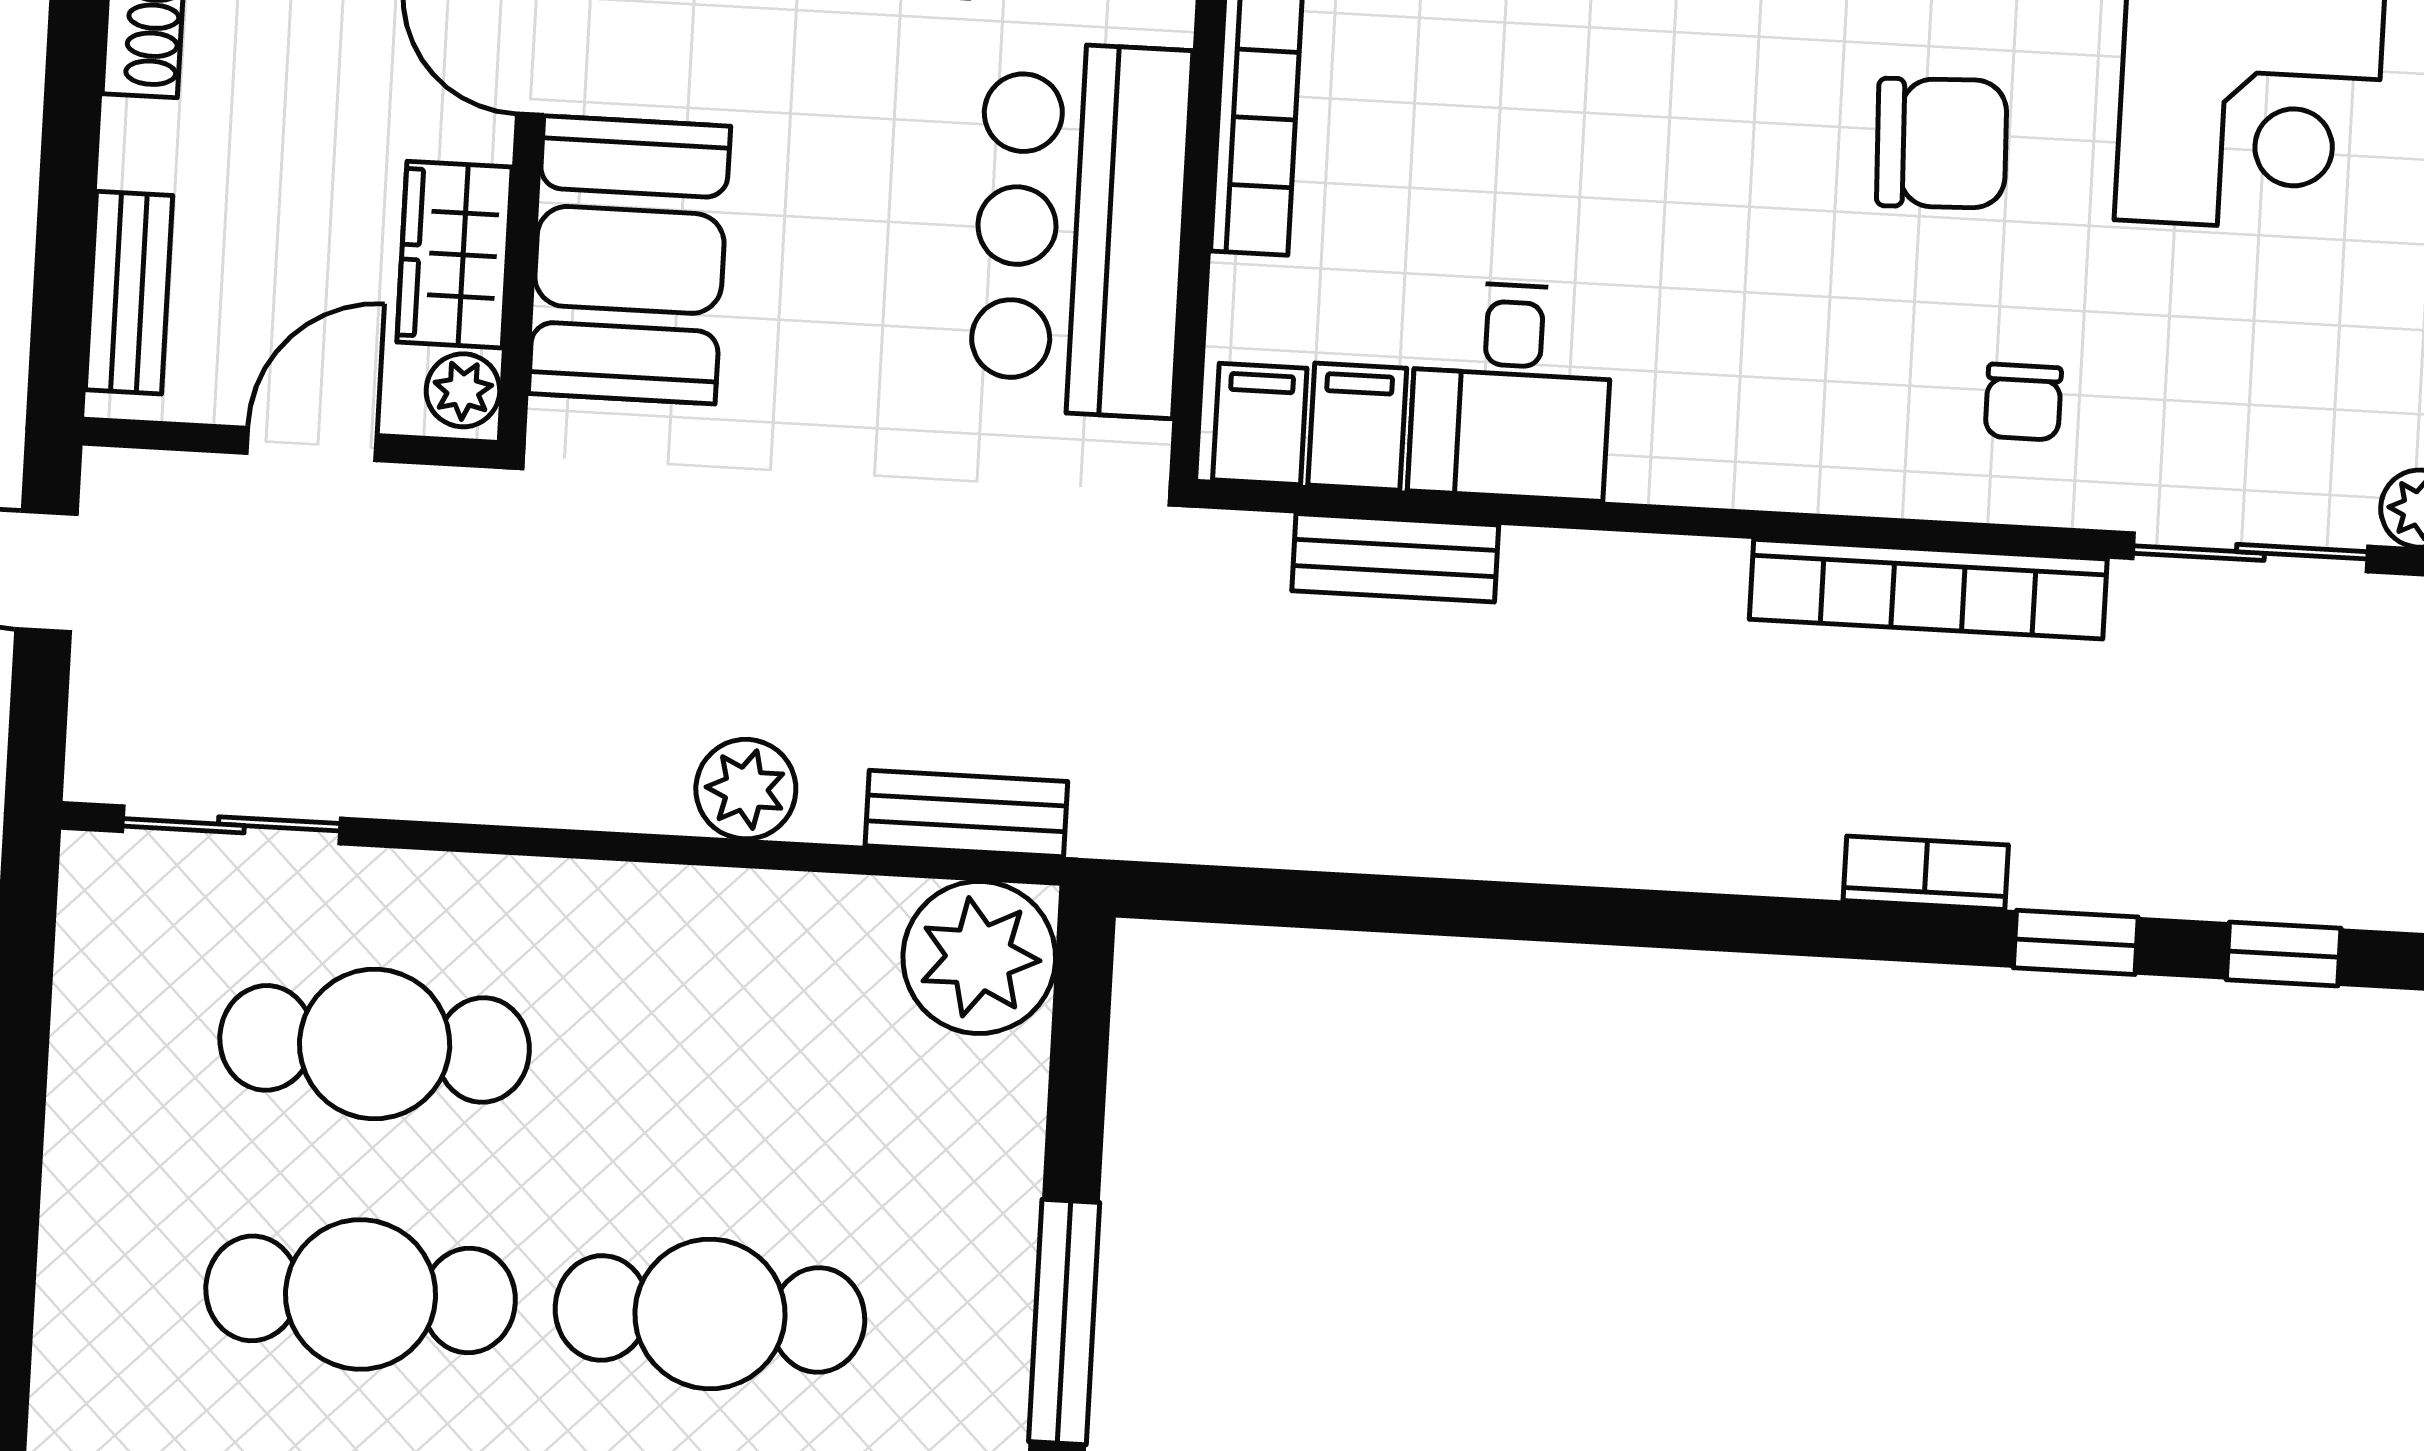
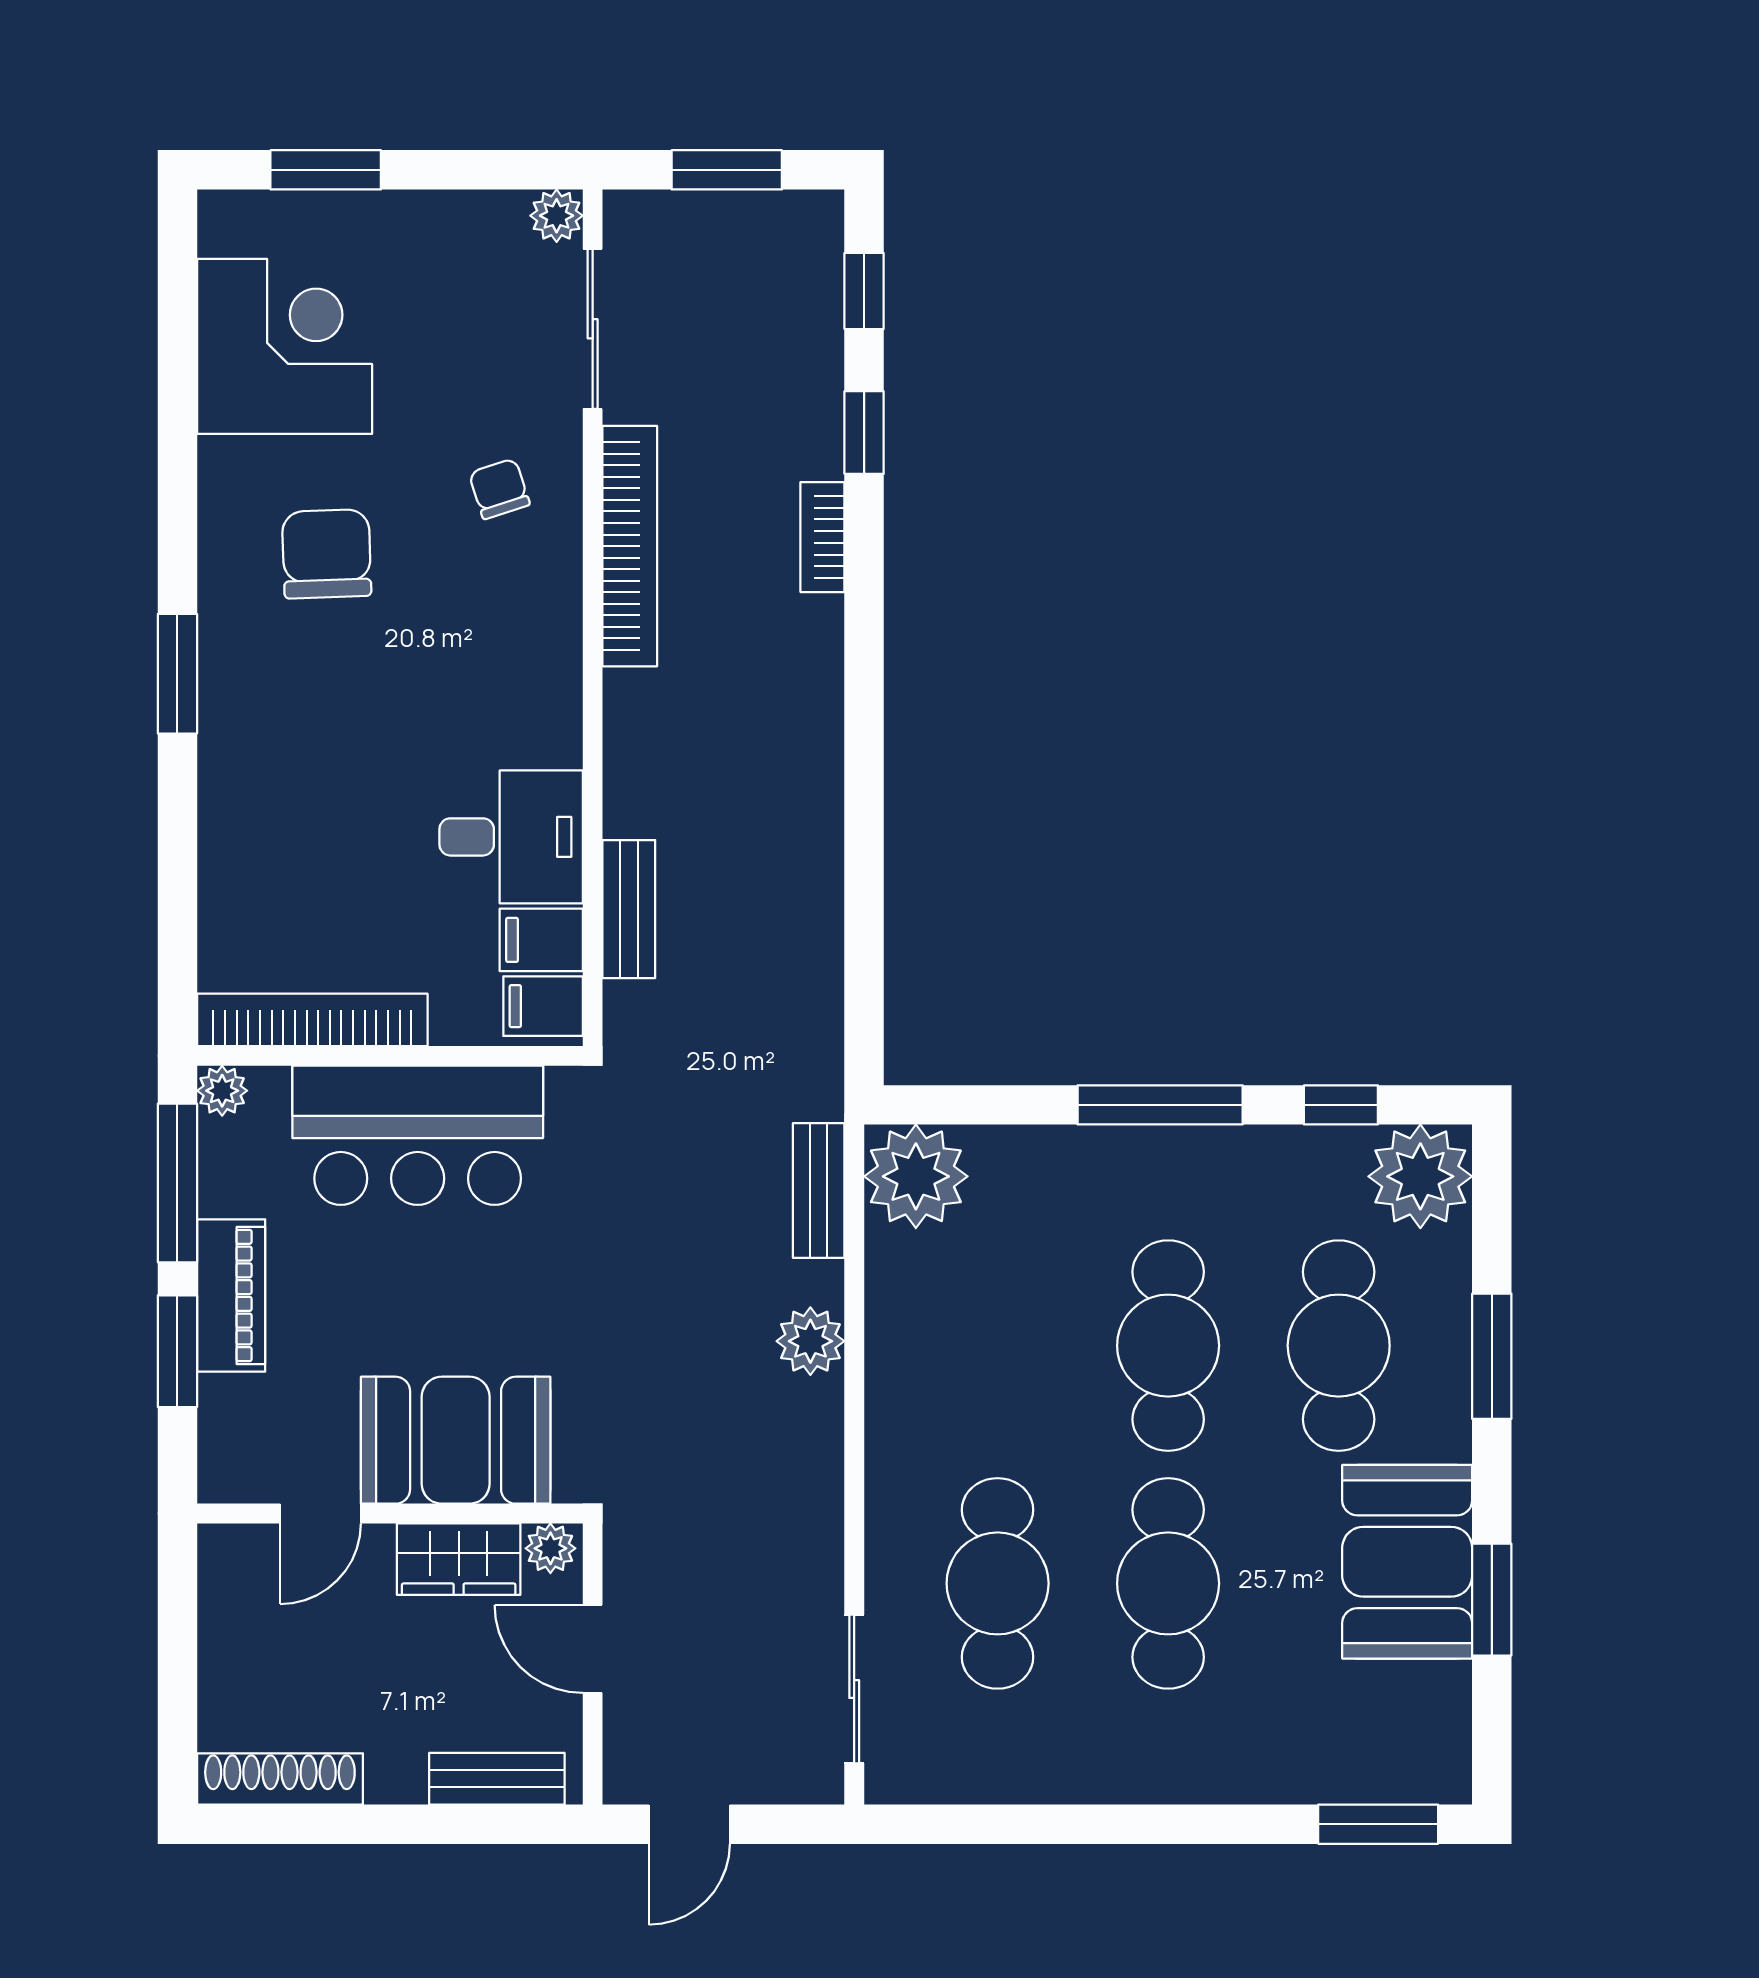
chair: (2023, 402) -> (499, 489), turned -108

